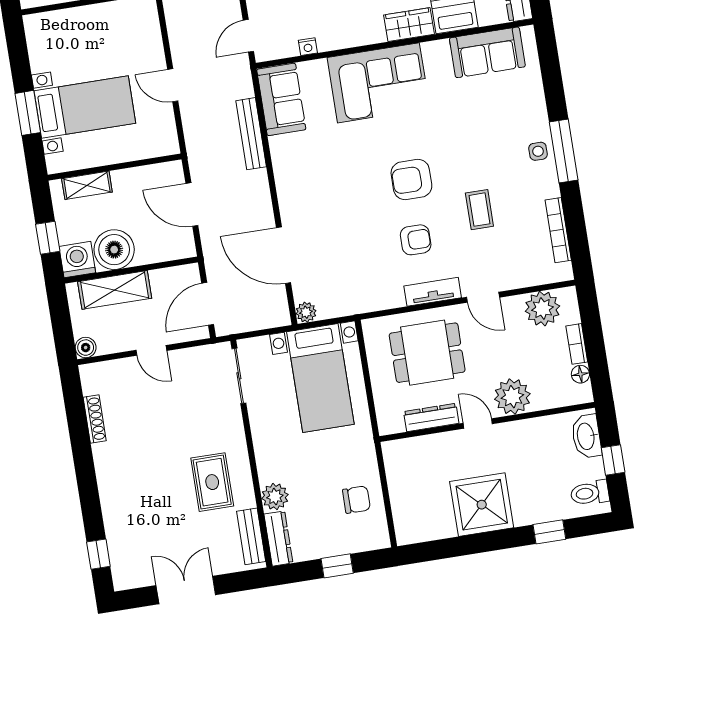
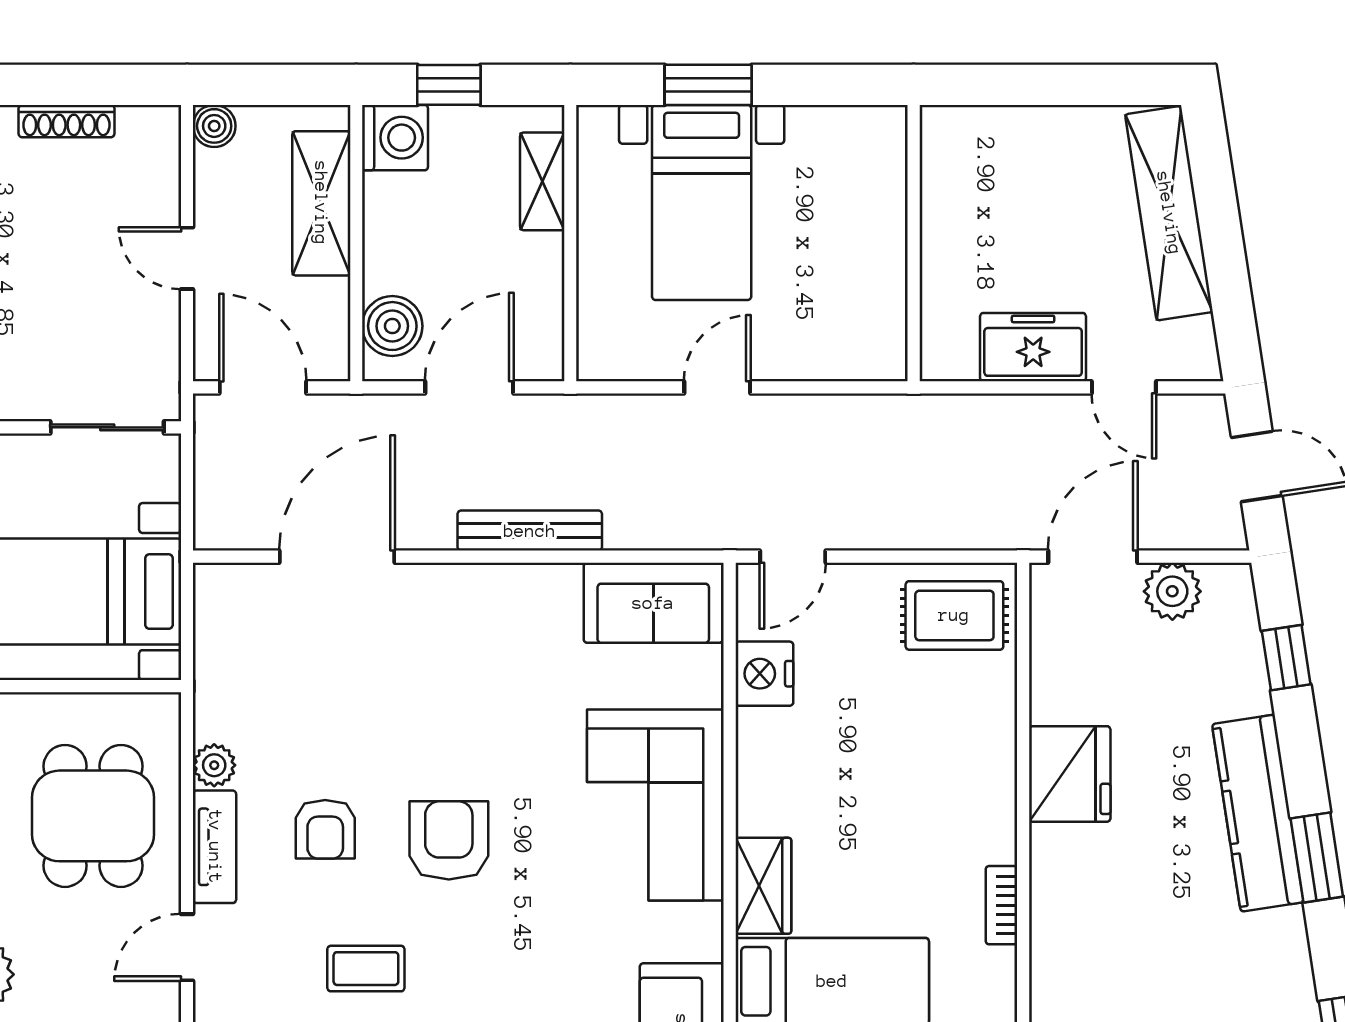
door: (248, 36) -> (793, 557), swing flipped
nightstand: (308, 47) -> (764, 674), width x1.89, depth x1.79
bench: (251, 134) -> (530, 531), moved
boiler: (114, 250) -> (392, 326), moved, width x0.73, depth x0.73
plant: (306, 312) -> (214, 765), moved
door: (151, 350) -> (187, 258), hinge flipped

